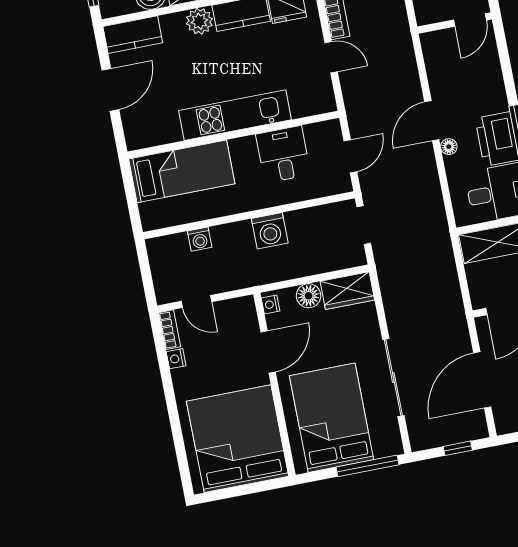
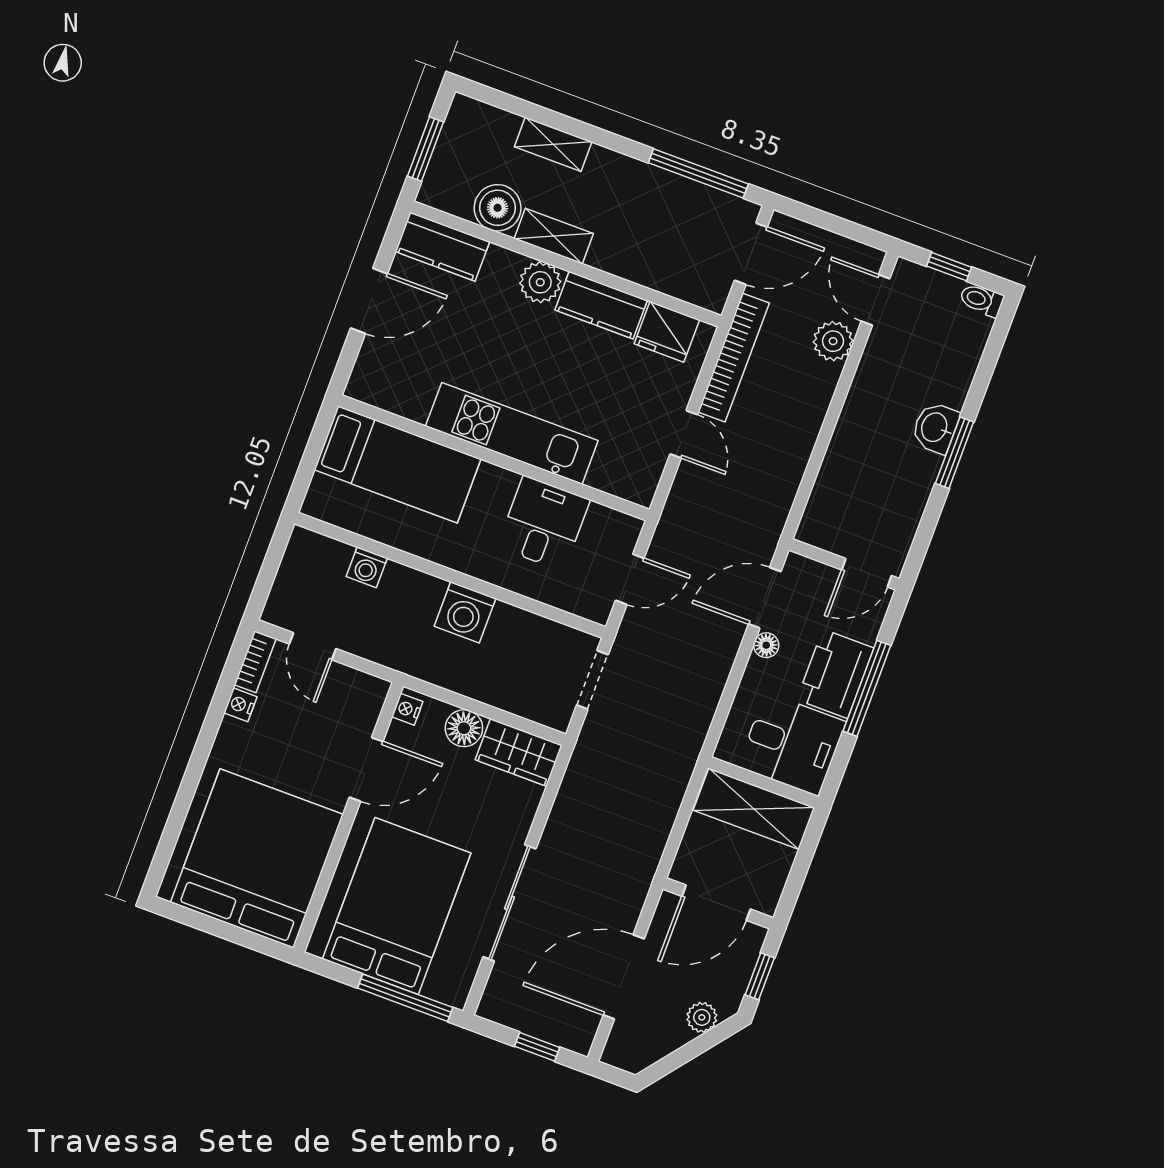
door: (470, 20) -> (867, 573), moved
wall: (455, 23) -> (844, 564), moved

